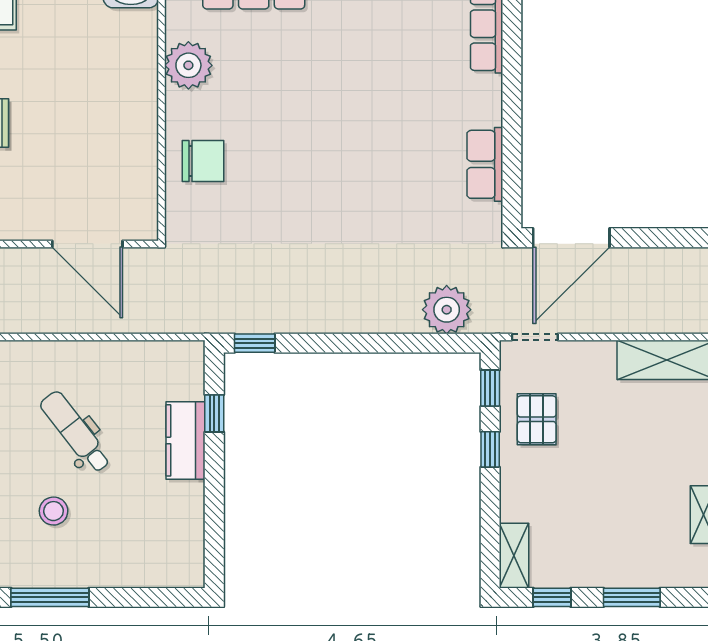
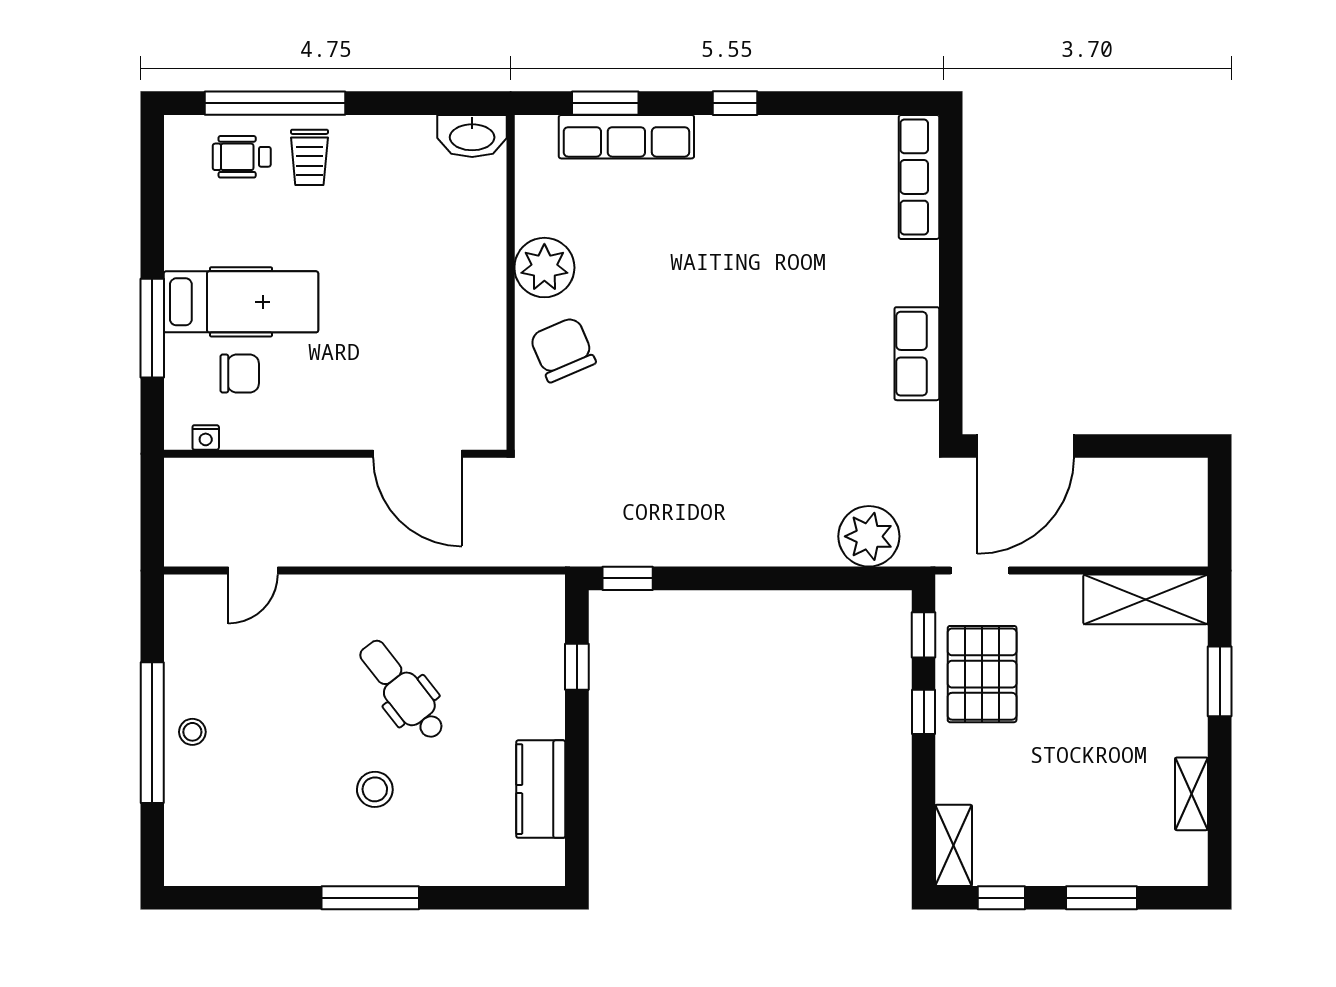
plant: (188, 65) -> (544, 268), moved
chair: (203, 161) -> (563, 350), turned -113
pallet: (537, 419) -> (982, 674), width x1.50, depth x1.42
kitchen counter: (186, 440) -> (541, 789), moved

